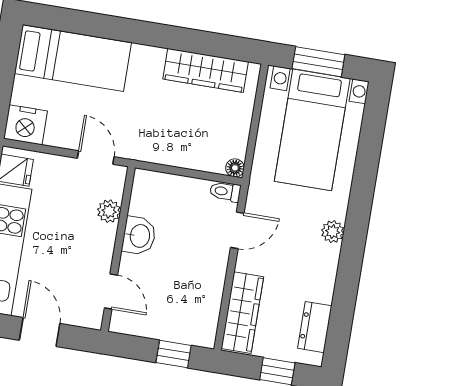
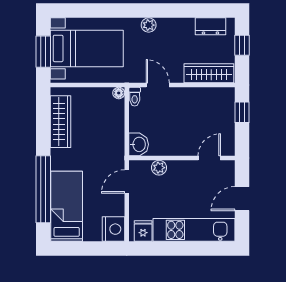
window: (105, 26) -> (43, 189), added
washbasin: (139, 236) -> (139, 144), moved, turned 90

